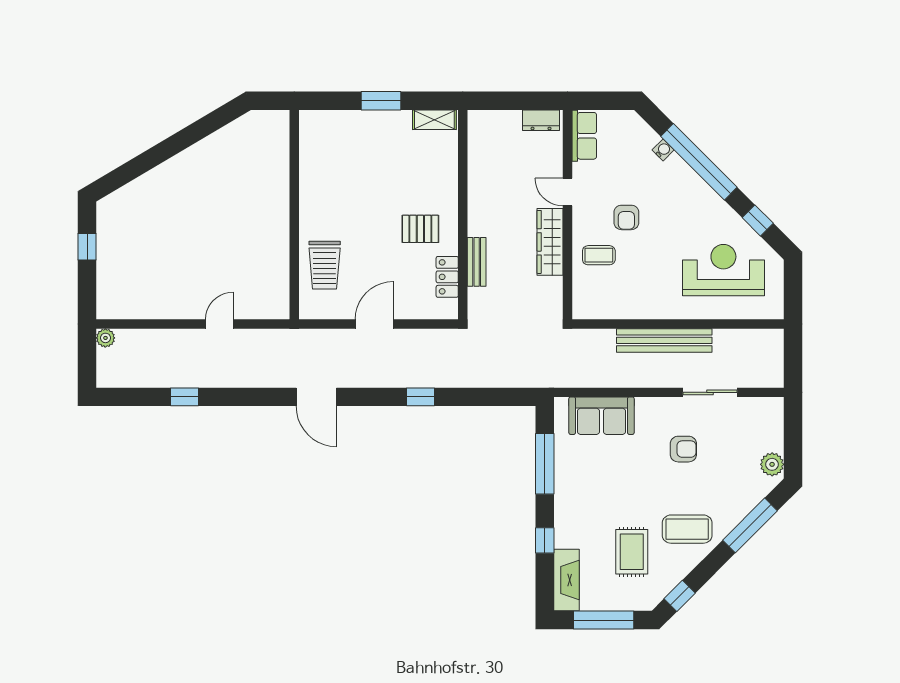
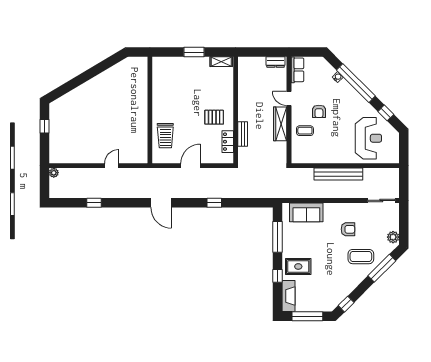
reception desk: (723, 270) -> (368, 138), turned 90
sliding door: (710, 392) -> (381, 200), moved
coffee table: (687, 529) -> (361, 257), moved
rug: (632, 552) -> (298, 266), moved, turned 90

